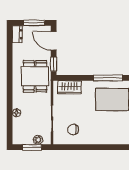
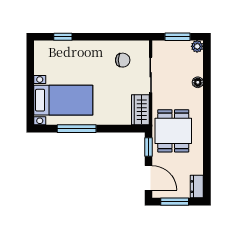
wardrobe: (69, 87) -> (140, 110), moved, turned -90
plant: (38, 140) -> (197, 46), moved
window: (118, 147) -> (63, 37), added

